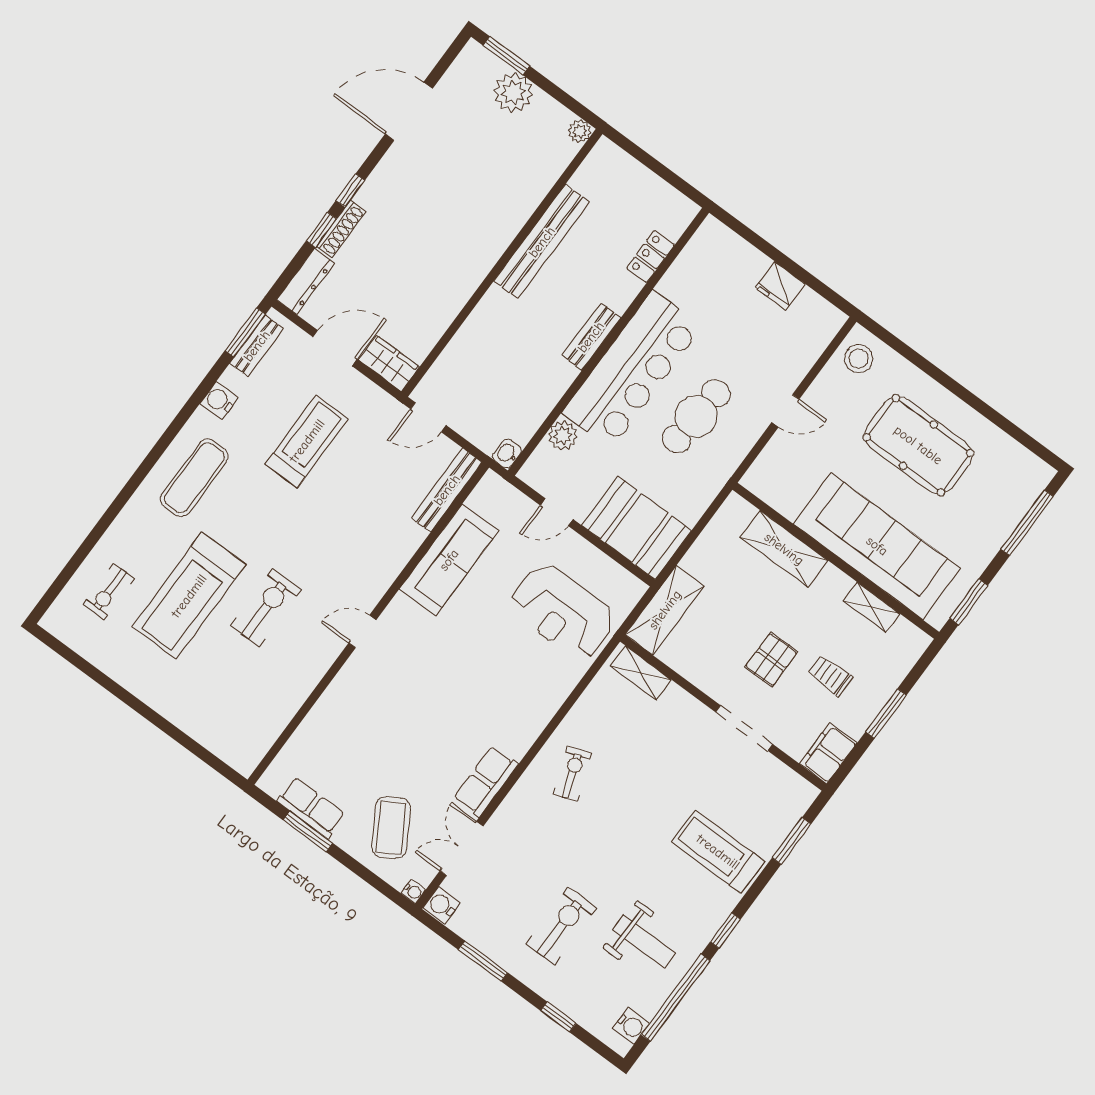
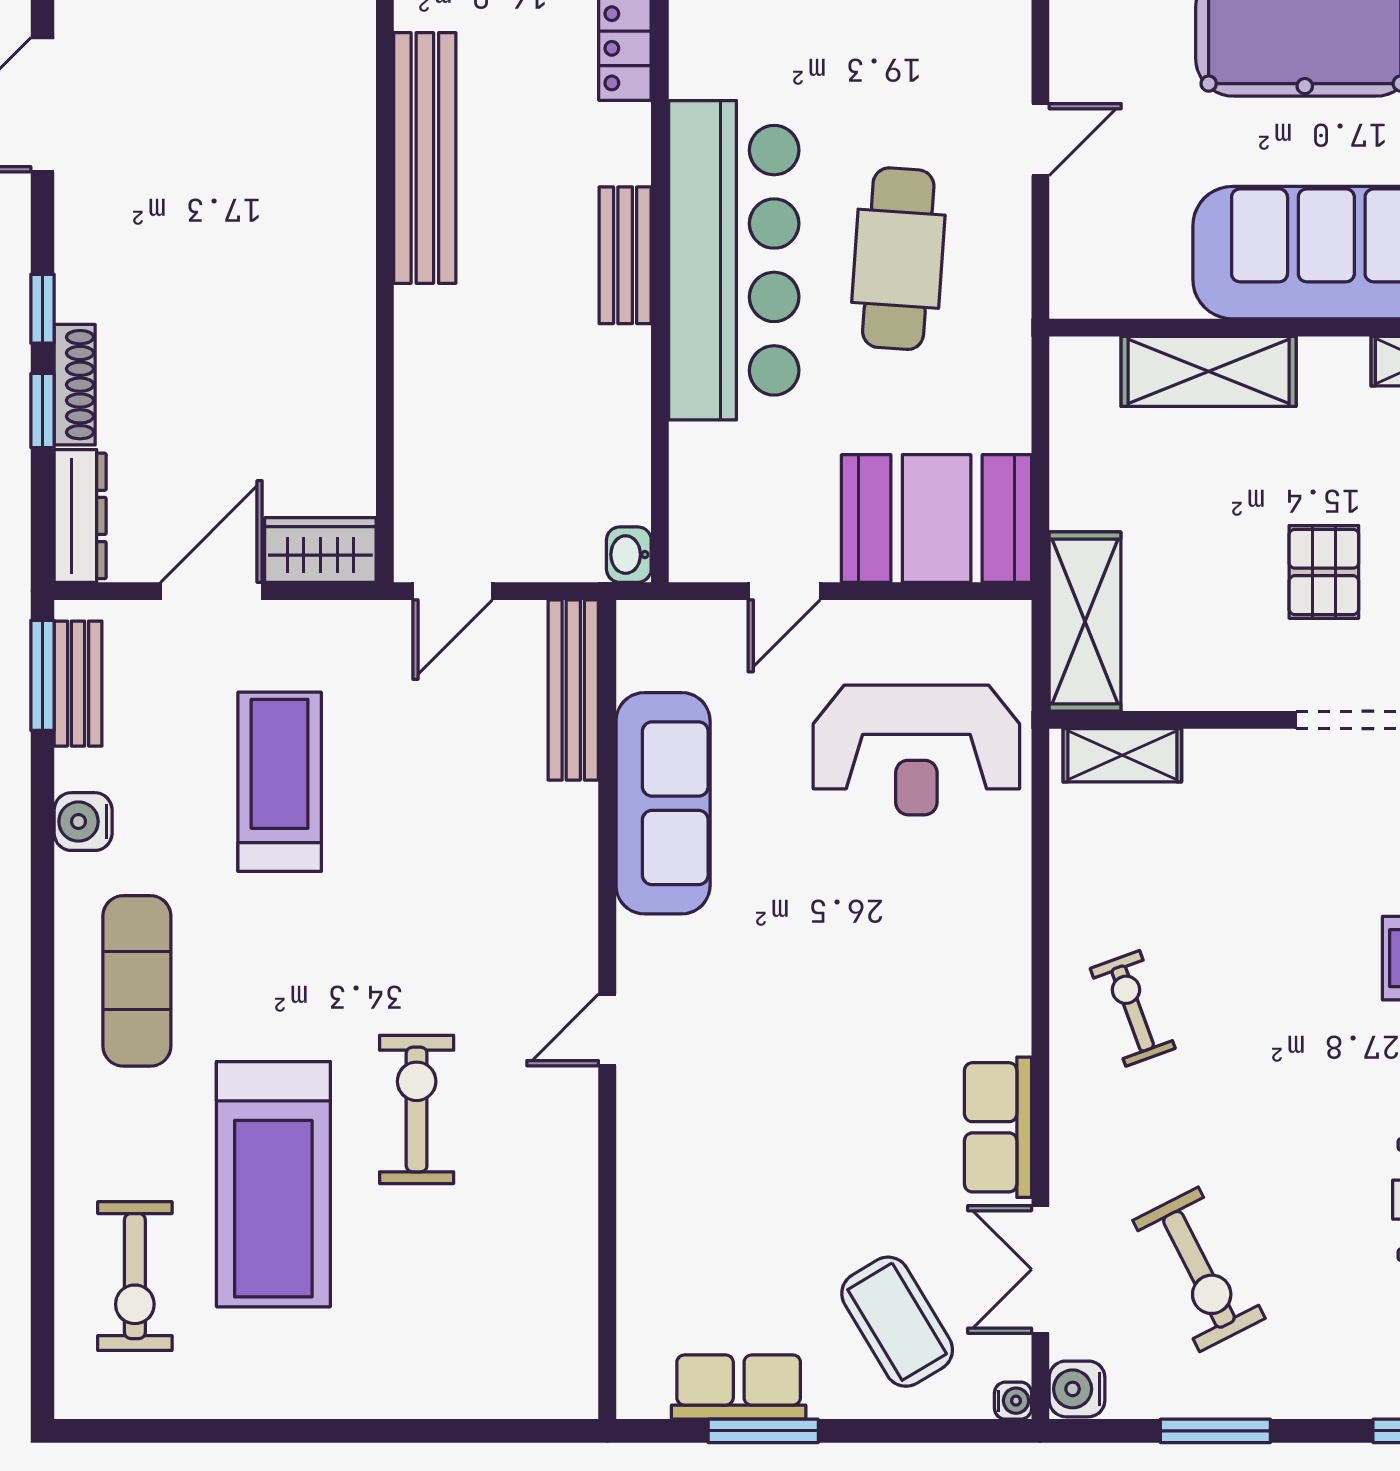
plant: (563, 436) -> (700, 456), removed
exercise bike: (109, 591) -> (135, 1276), width x1.38, depth x1.39
exercise bike: (561, 926) -> (1199, 1269), moved, turned 153

